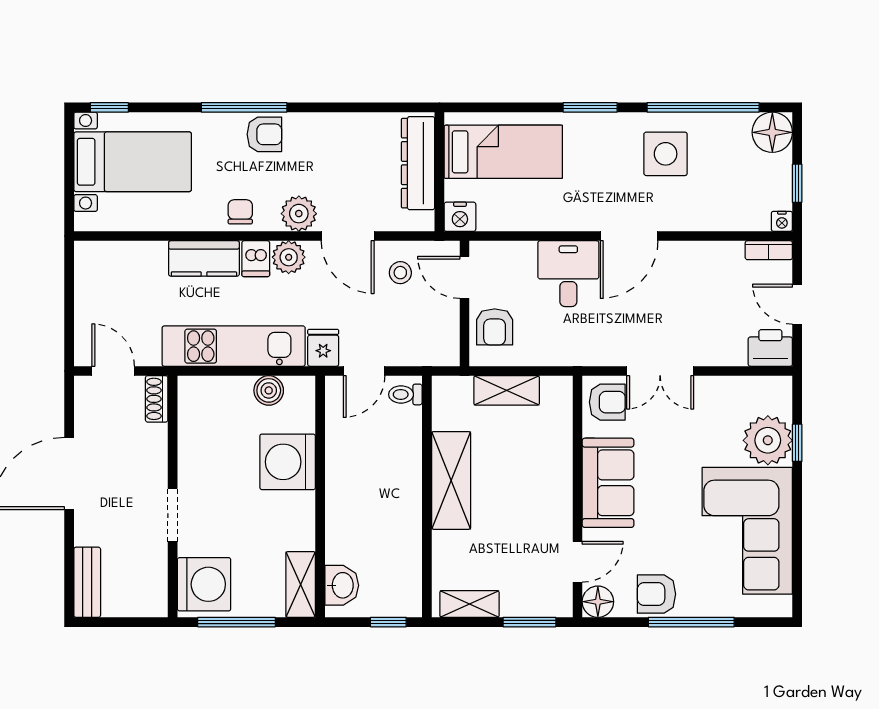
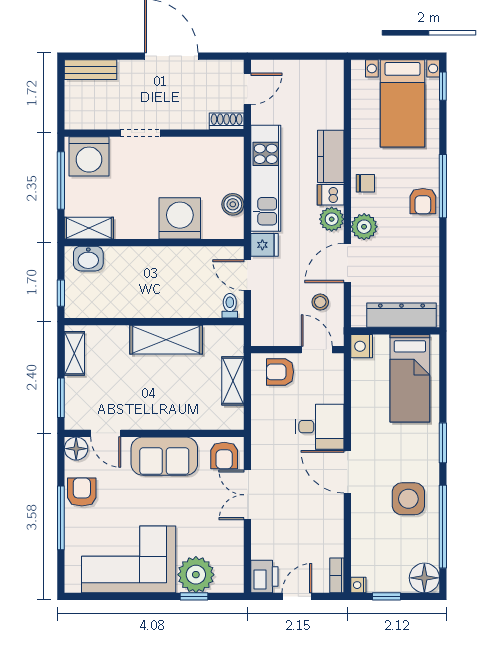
door: (465, 277) -> (317, 350), hinge flipped

